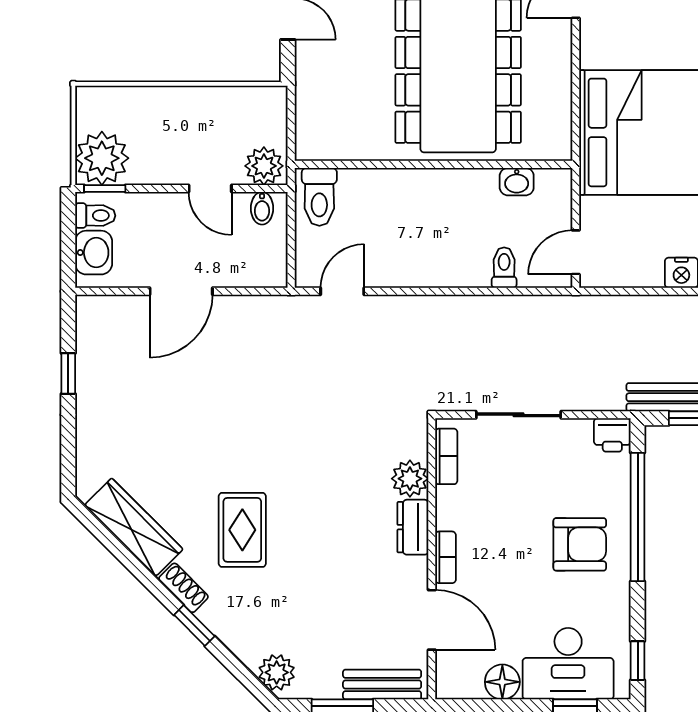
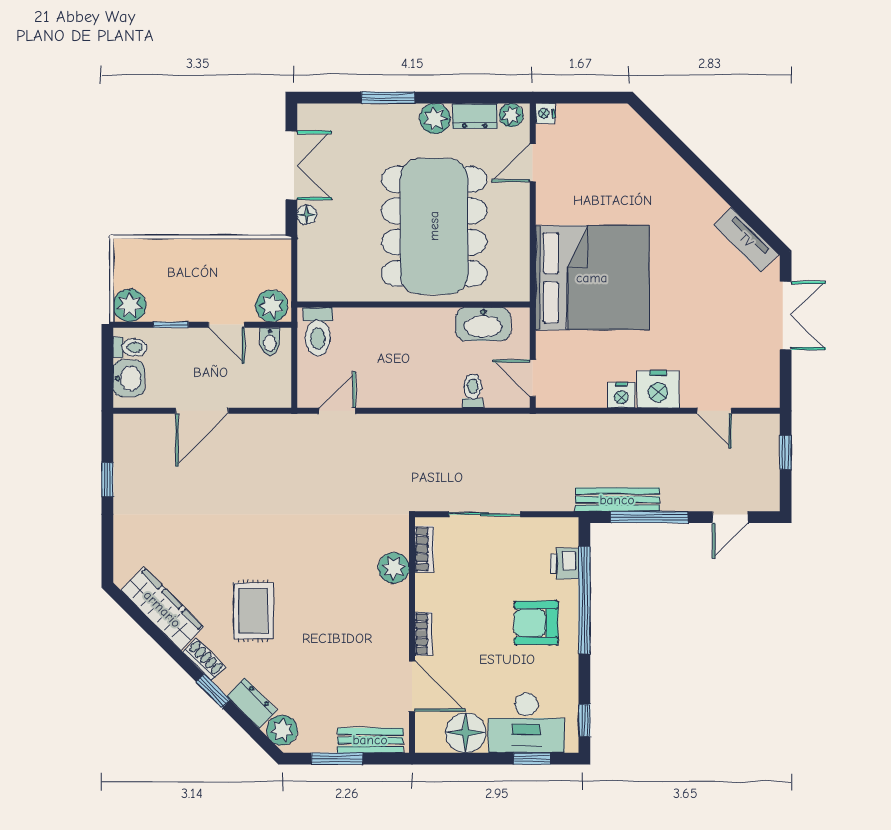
floor lamp: (306, 57) -> (307, 215), added
plant: (102, 158) -> (130, 305), width x0.73, depth x0.73
washbasin: (517, 182) -> (483, 324), width x1.91, depth x1.45
window: (105, 188) -> (171, 325), moved
door: (576, 252) -> (533, 378), hinge flipped
printer: (612, 435) -> (565, 563), moved, turned 90
dresser: (413, 527) -> (252, 703), moved, turned 135
armchair: (580, 544) -> (536, 623), turned 180
floor lamp: (502, 682) -> (466, 733), width x1.38, depth x1.38

